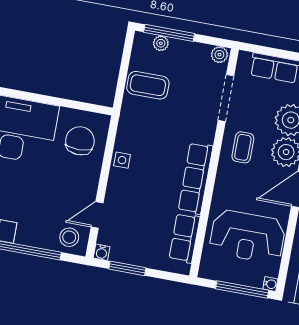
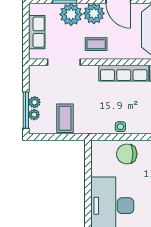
plant: (219, 55) -> (35, 102), moved
chair: (80, 141) -> (127, 154), moved

